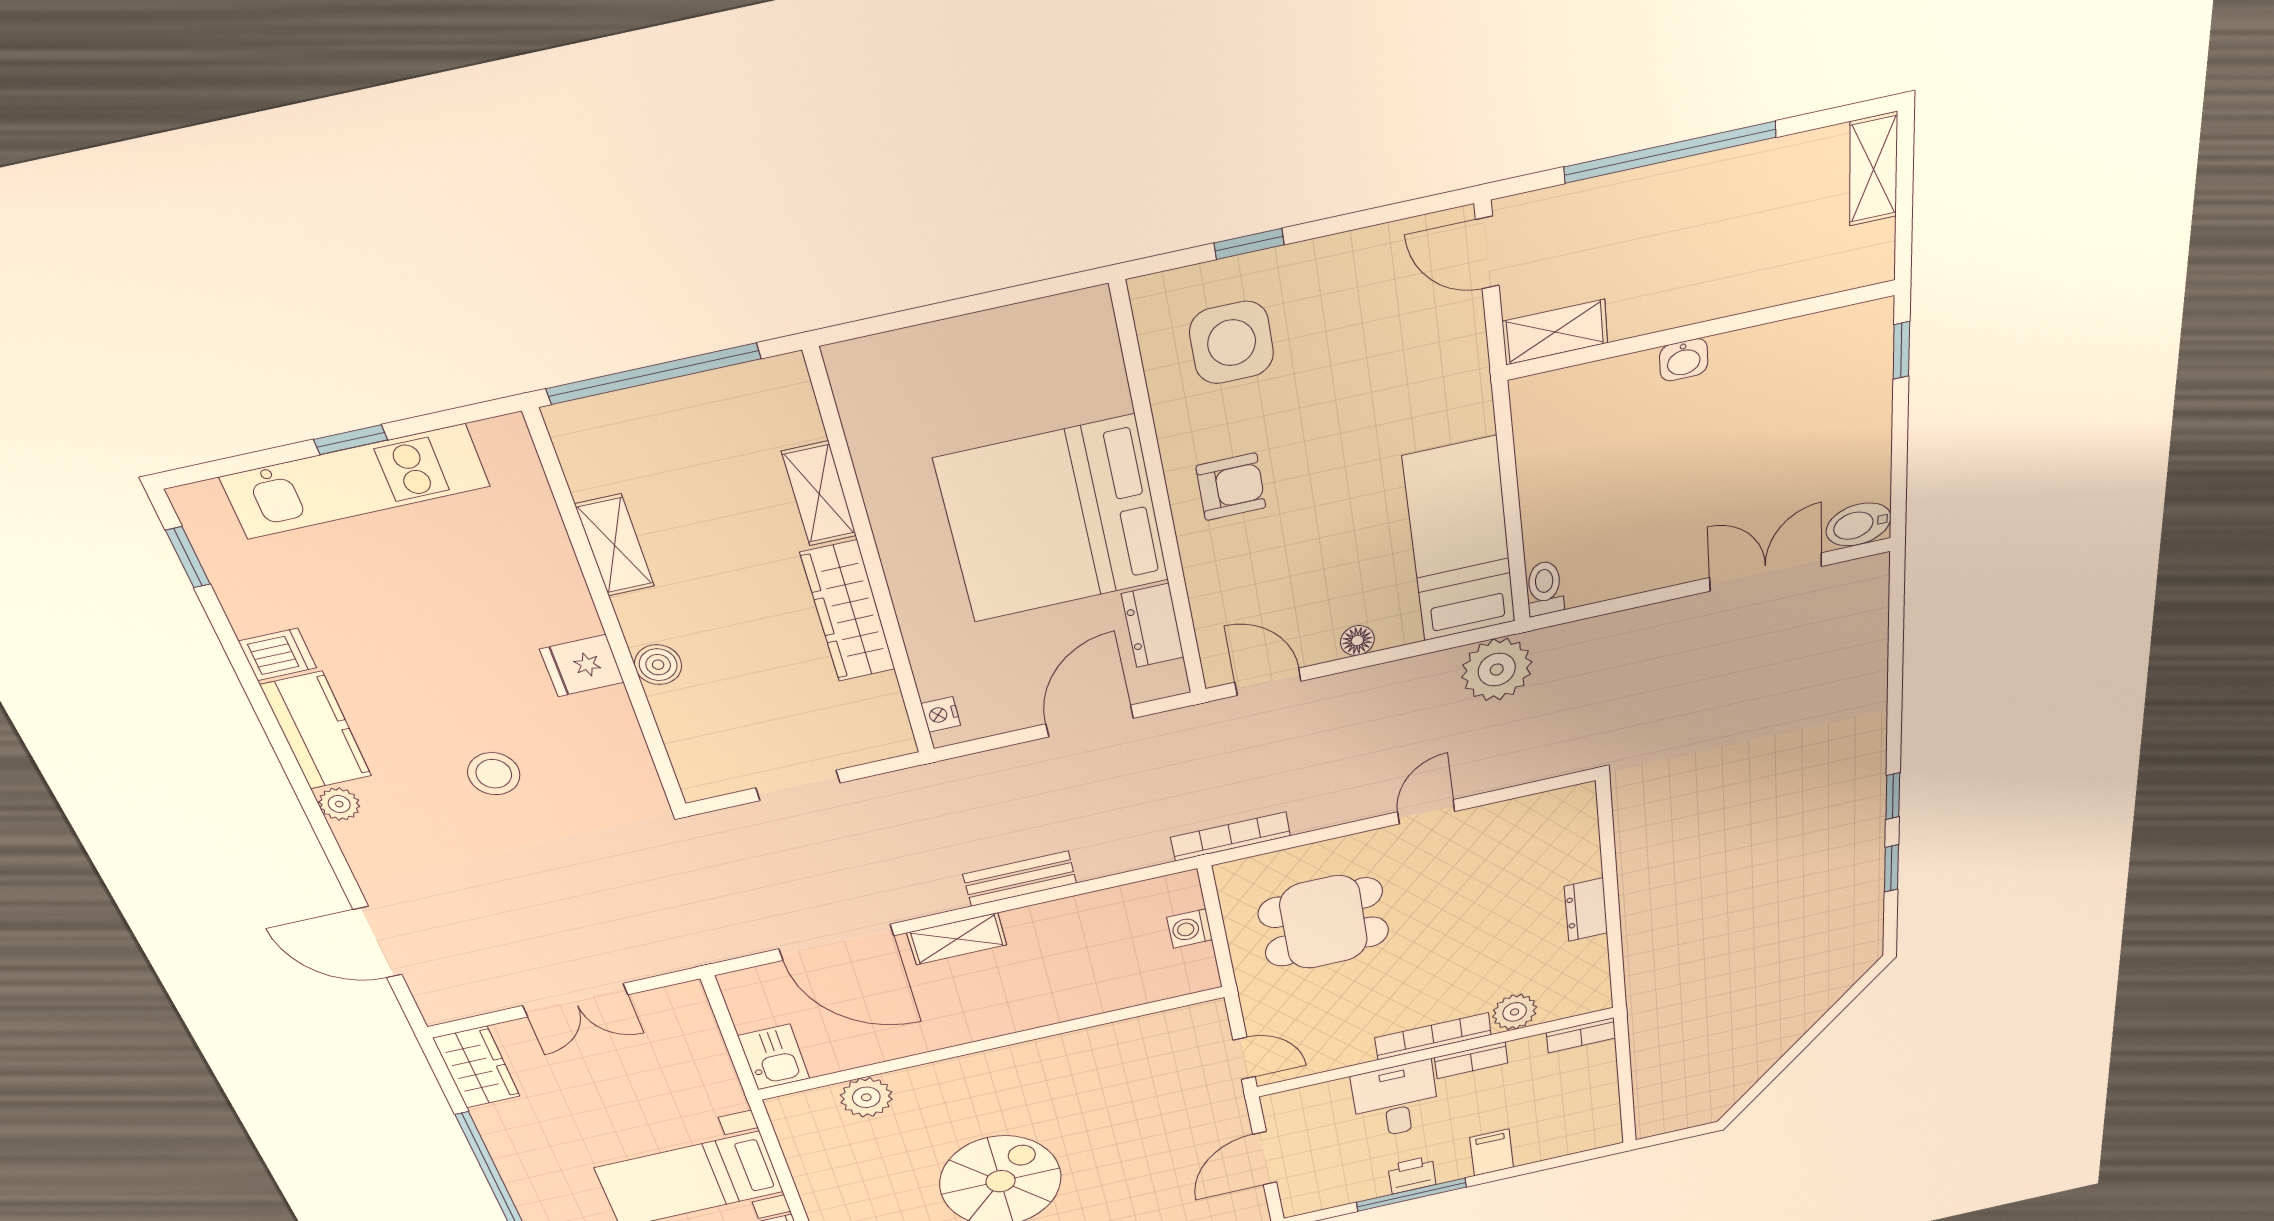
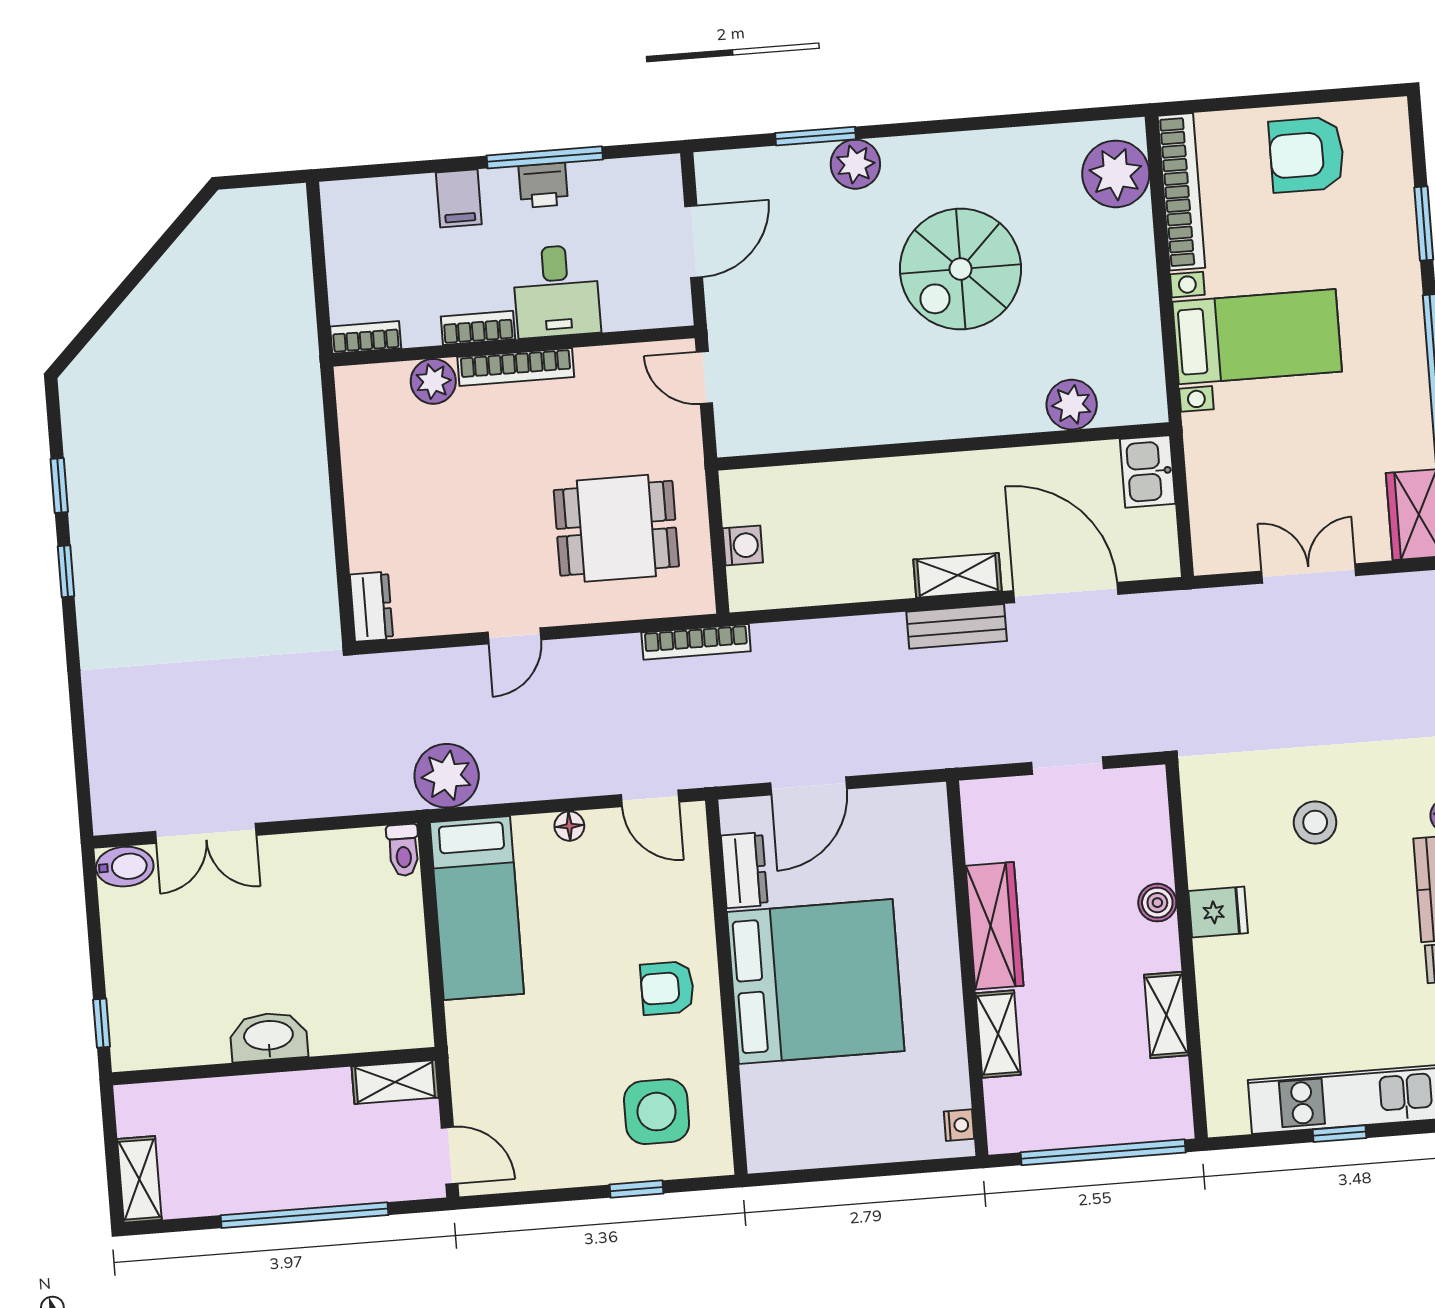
washbasin: (1684, 360) -> (269, 1037), width x1.91, depth x1.45
nightstand: (941, 714) -> (959, 1125), moved
bench: (1020, 879) -> (957, 626), moved
dresser: (1586, 910) -> (371, 607), moved

